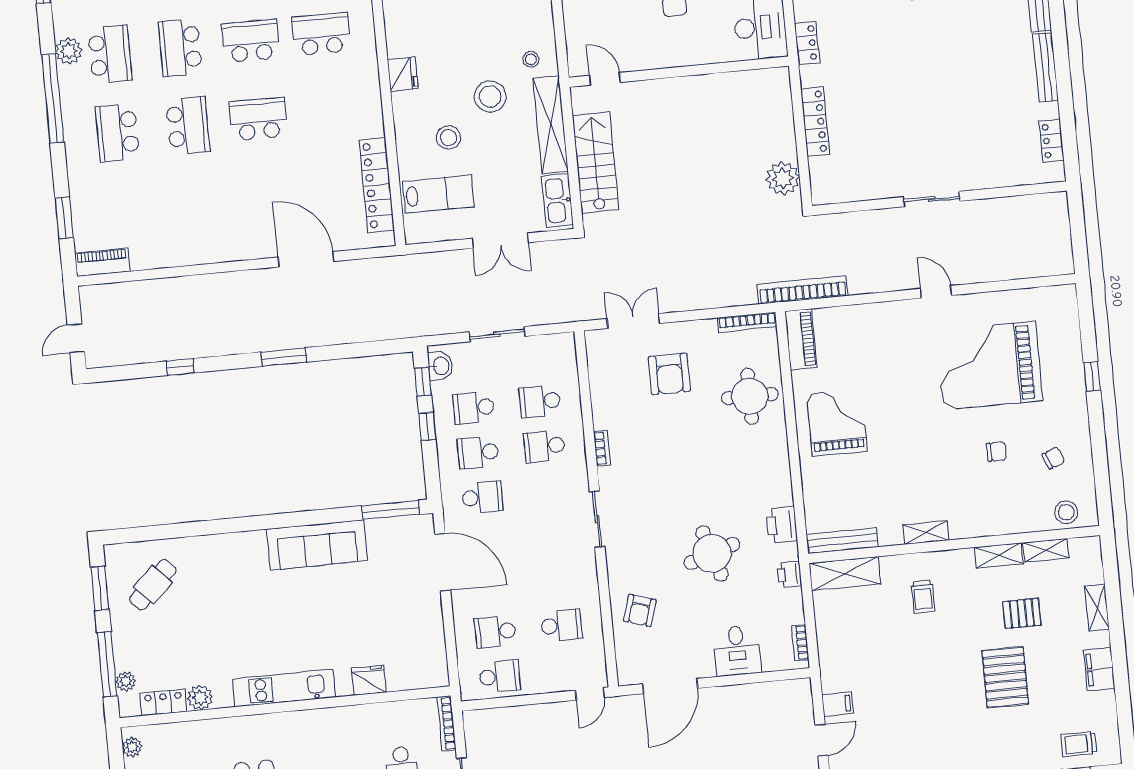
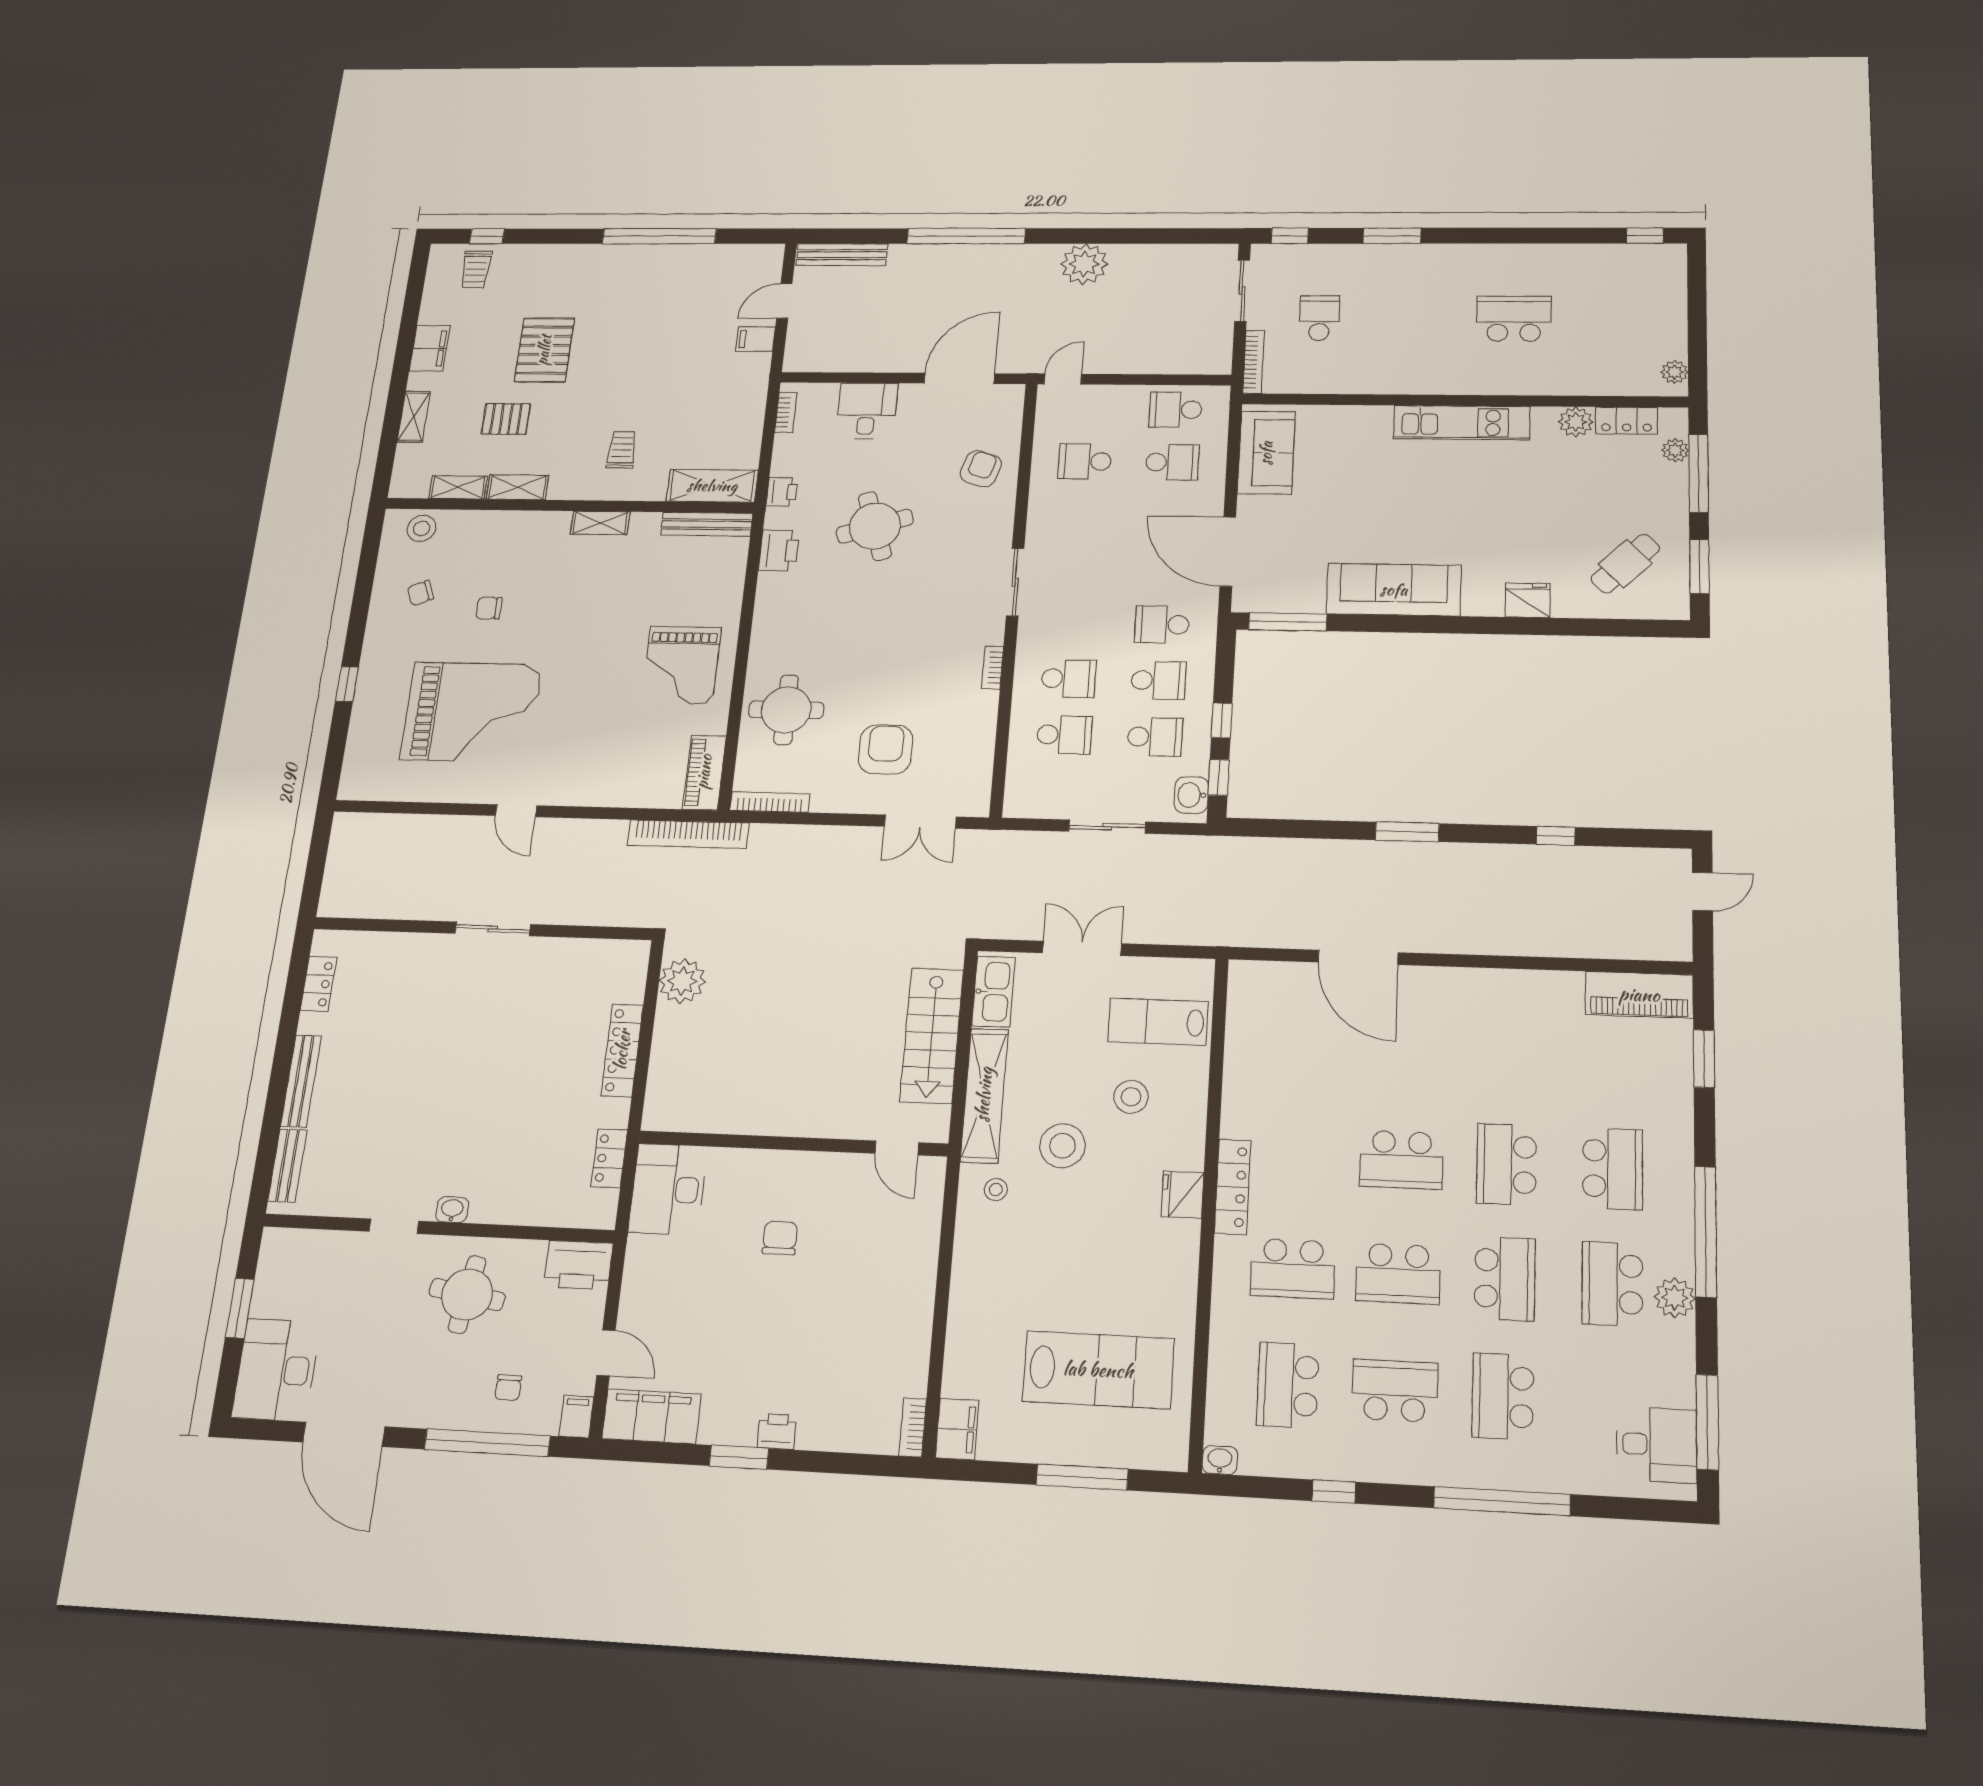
locker: (377, 185) -> (1233, 1187), moved, width x0.71, depth x0.83
piano: (102, 262) -> (1639, 995), width x1.37, depth x1.33
sofa: (426, 647) -> (1266, 453), added
fridge: (369, 680) -> (1528, 600), moved, turned 180
trolley: (1079, 744) -> (476, 269), turned 90

